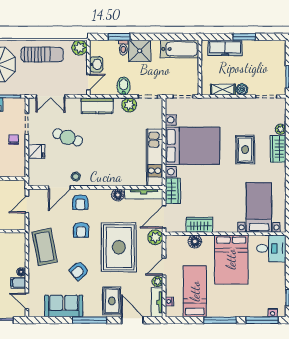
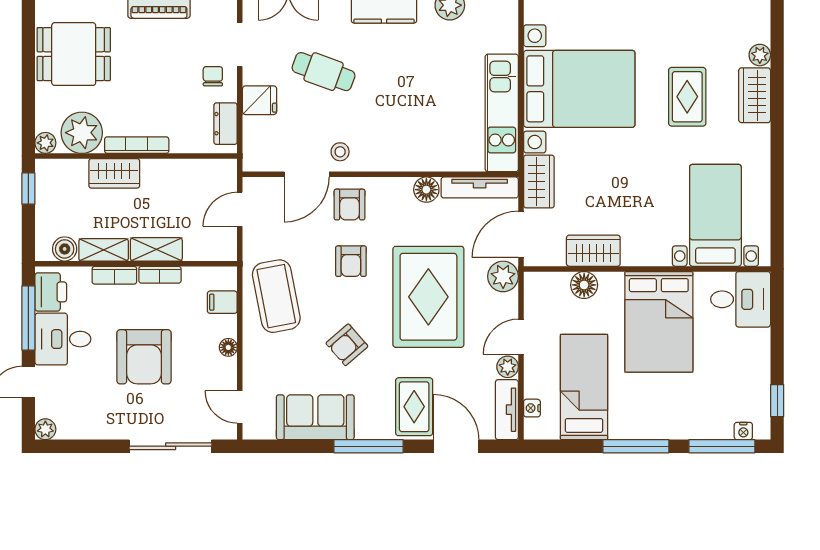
dresser: (20, 163) -> (226, 124), added
filing cabinet: (18, 283) -> (222, 302), moved

